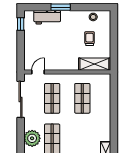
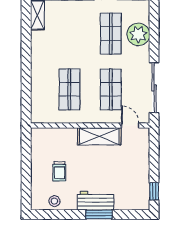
workbench: (47, 17) -> (96, 201), moved
shelving: (94, 64) -> (99, 136), moved
door: (38, 72) -> (130, 125), swing flipped

